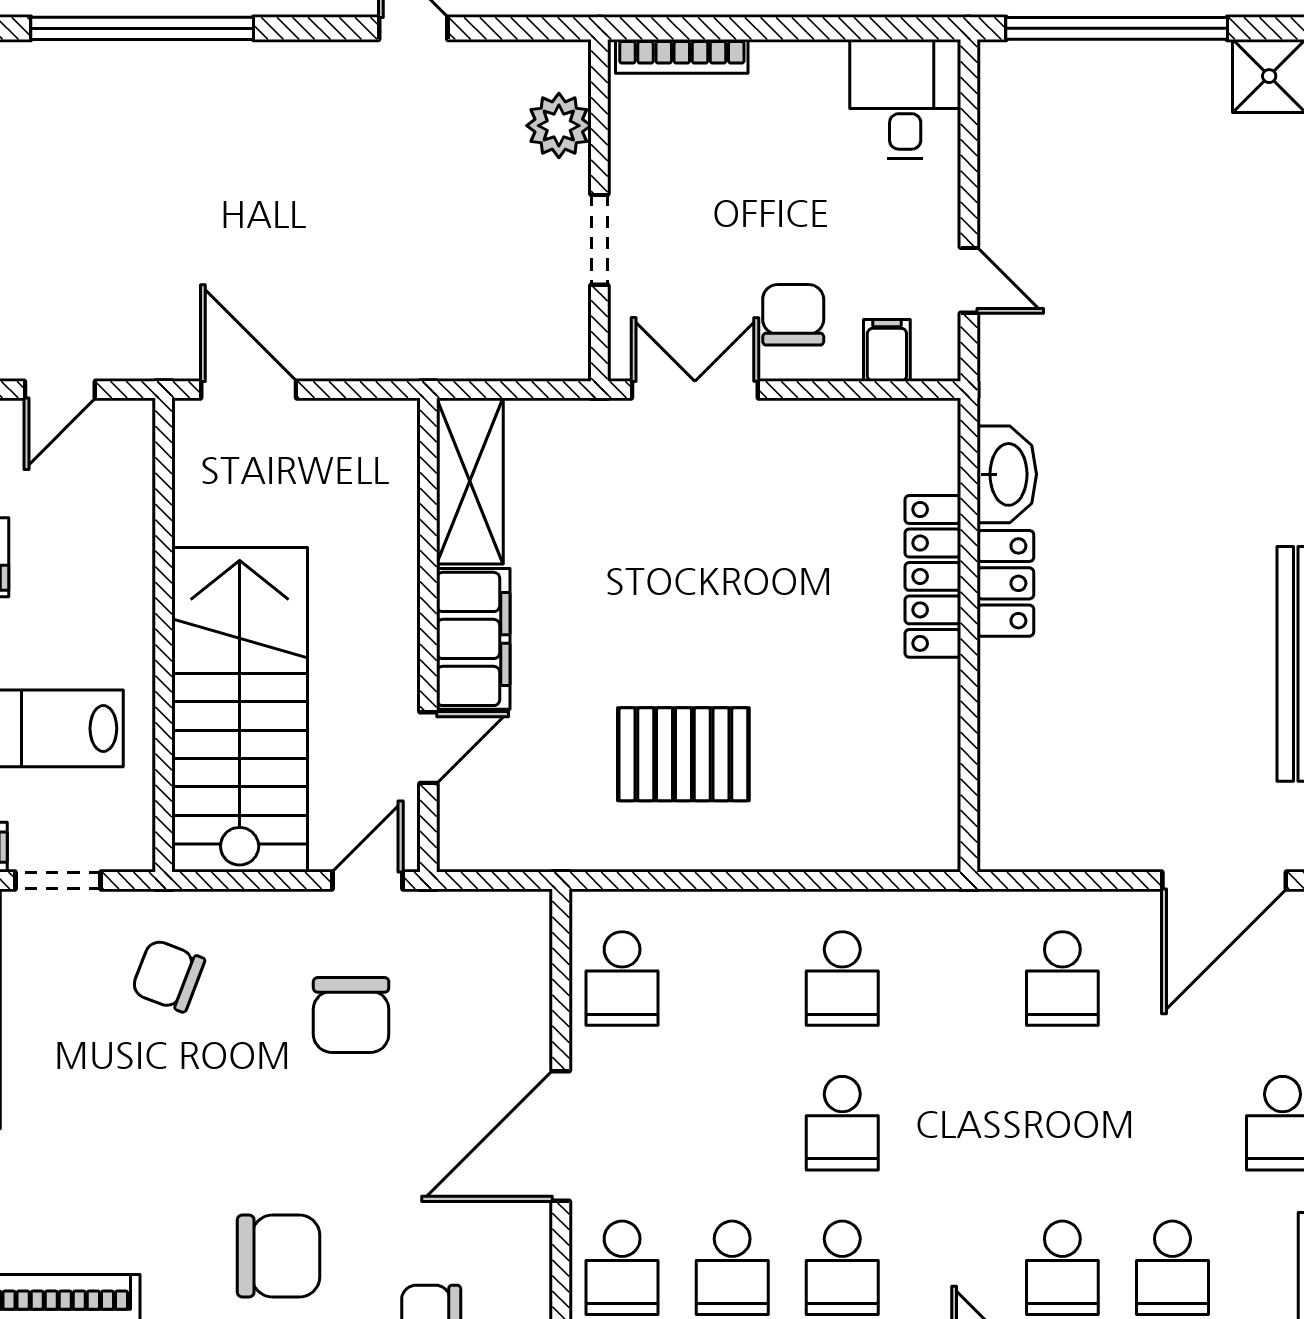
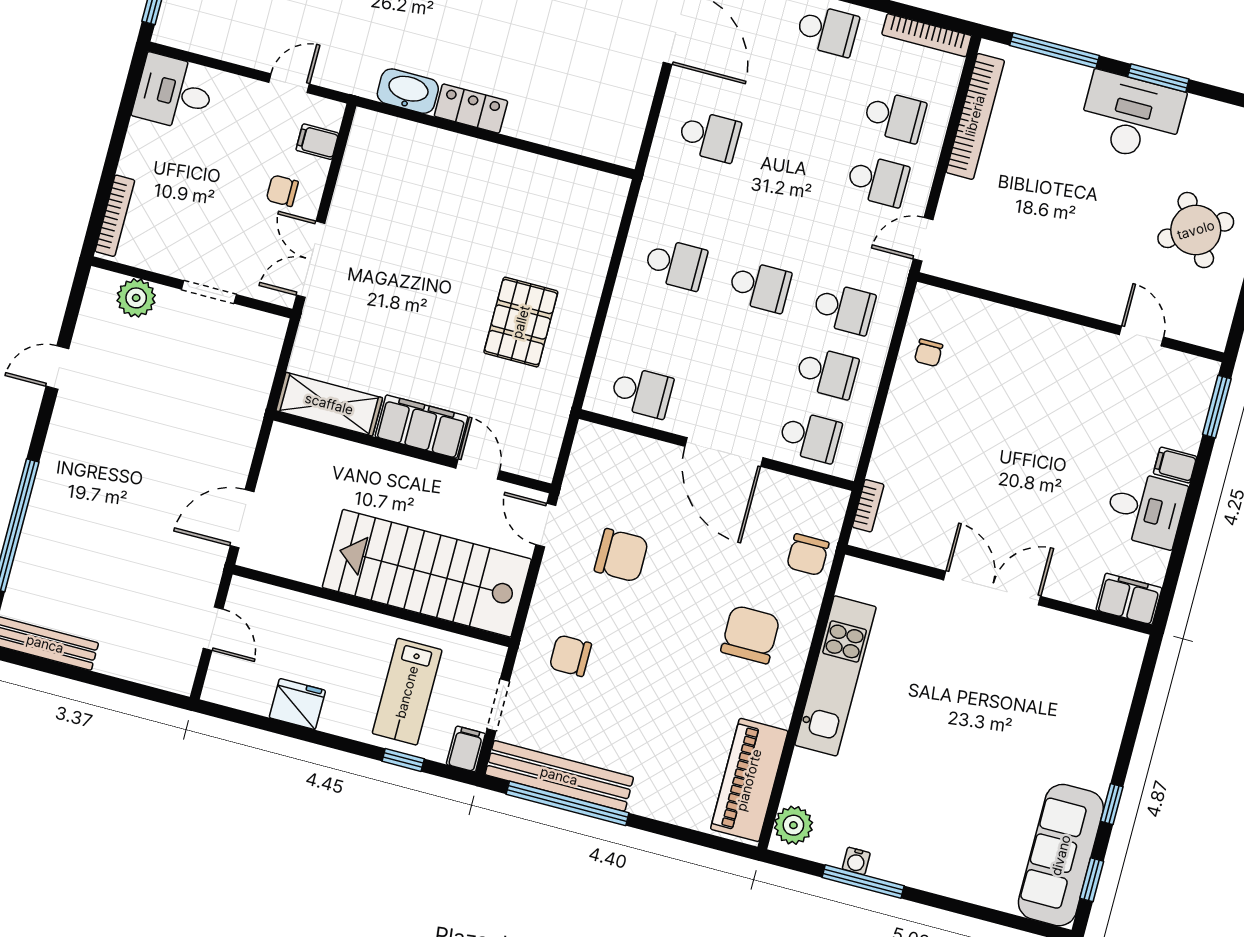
chair: (793, 315) -> (282, 191), width x0.73, depth x0.73
locker: (933, 576) -> (456, 150), removed
chair: (168, 976) -> (570, 656), turned 69

